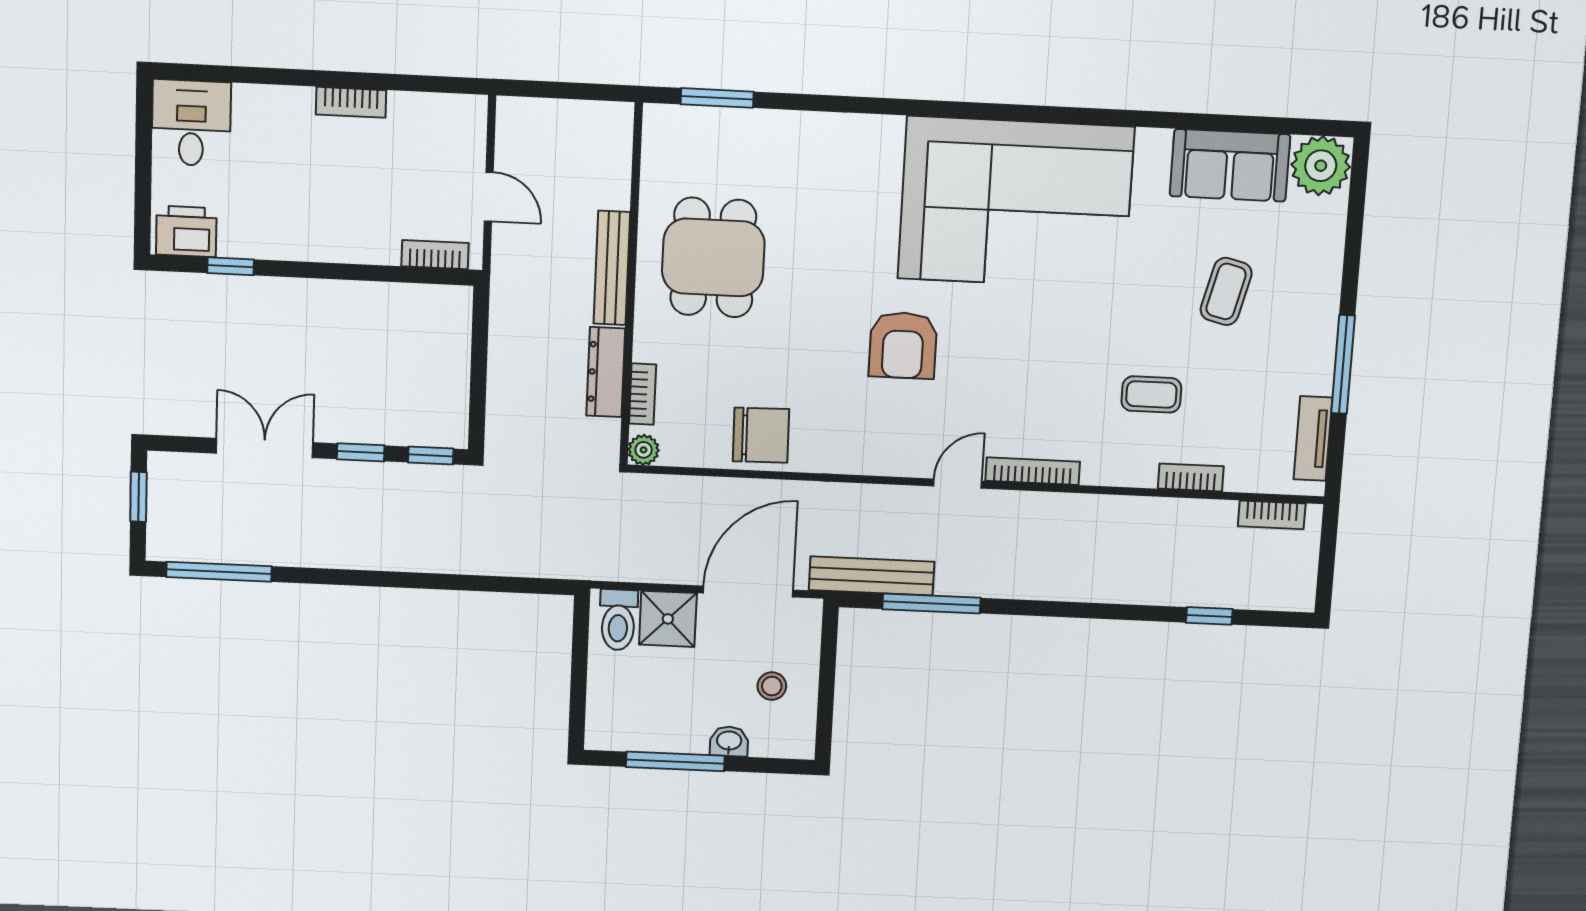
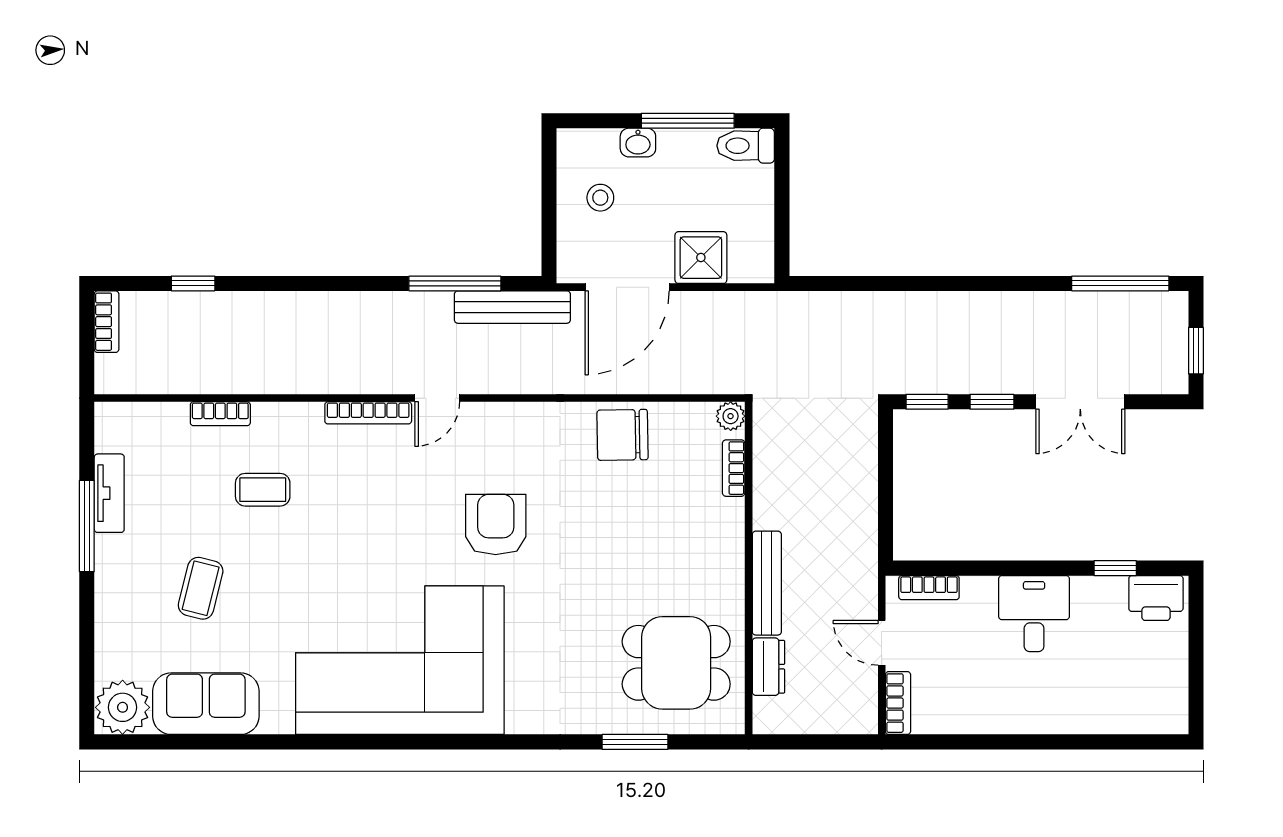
window: (717, 98) -> (635, 742), moved
bookcase: (351, 102) -> (898, 703), moved, turned 90
desk: (191, 123) -> (1034, 614), moved, turned 180
dining table: (713, 257) -> (676, 663), moved, turned 90
dresser: (606, 372) -> (768, 667), moved, width x0.70
tv unit: (1313, 438) -> (109, 493), moved
bookcase: (1272, 515) -> (107, 322), moved, turned 90
toilet: (618, 620) -> (746, 146), moved, turned -90

